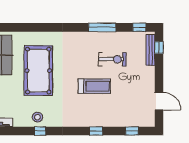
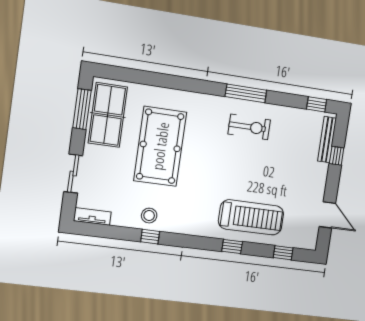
window: (102, 27) -> (246, 93), moved
window: (159, 48) -> (337, 156), moved
exercise bike: (112, 59) -> (249, 127), moved
treadmill: (94, 86) -> (251, 217), moved, width x1.37, depth x1.38

